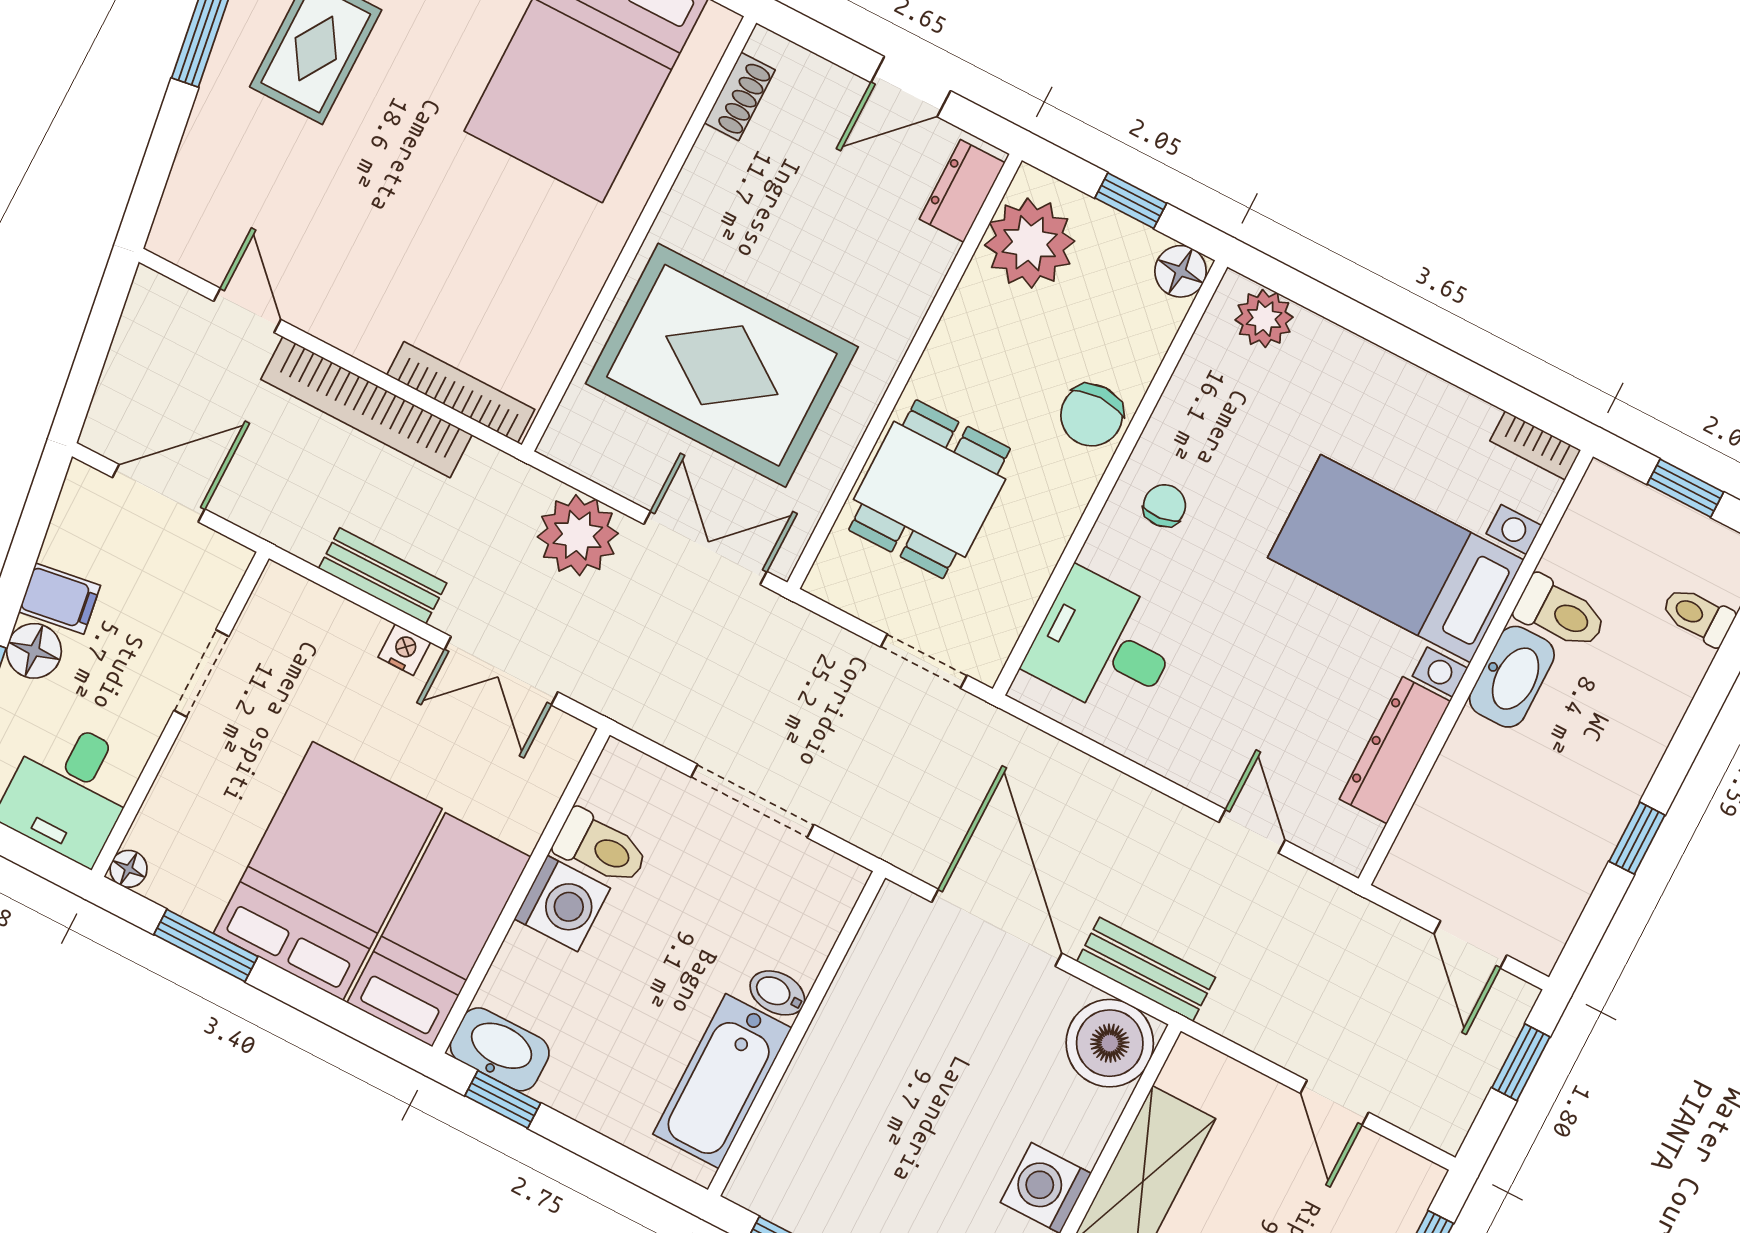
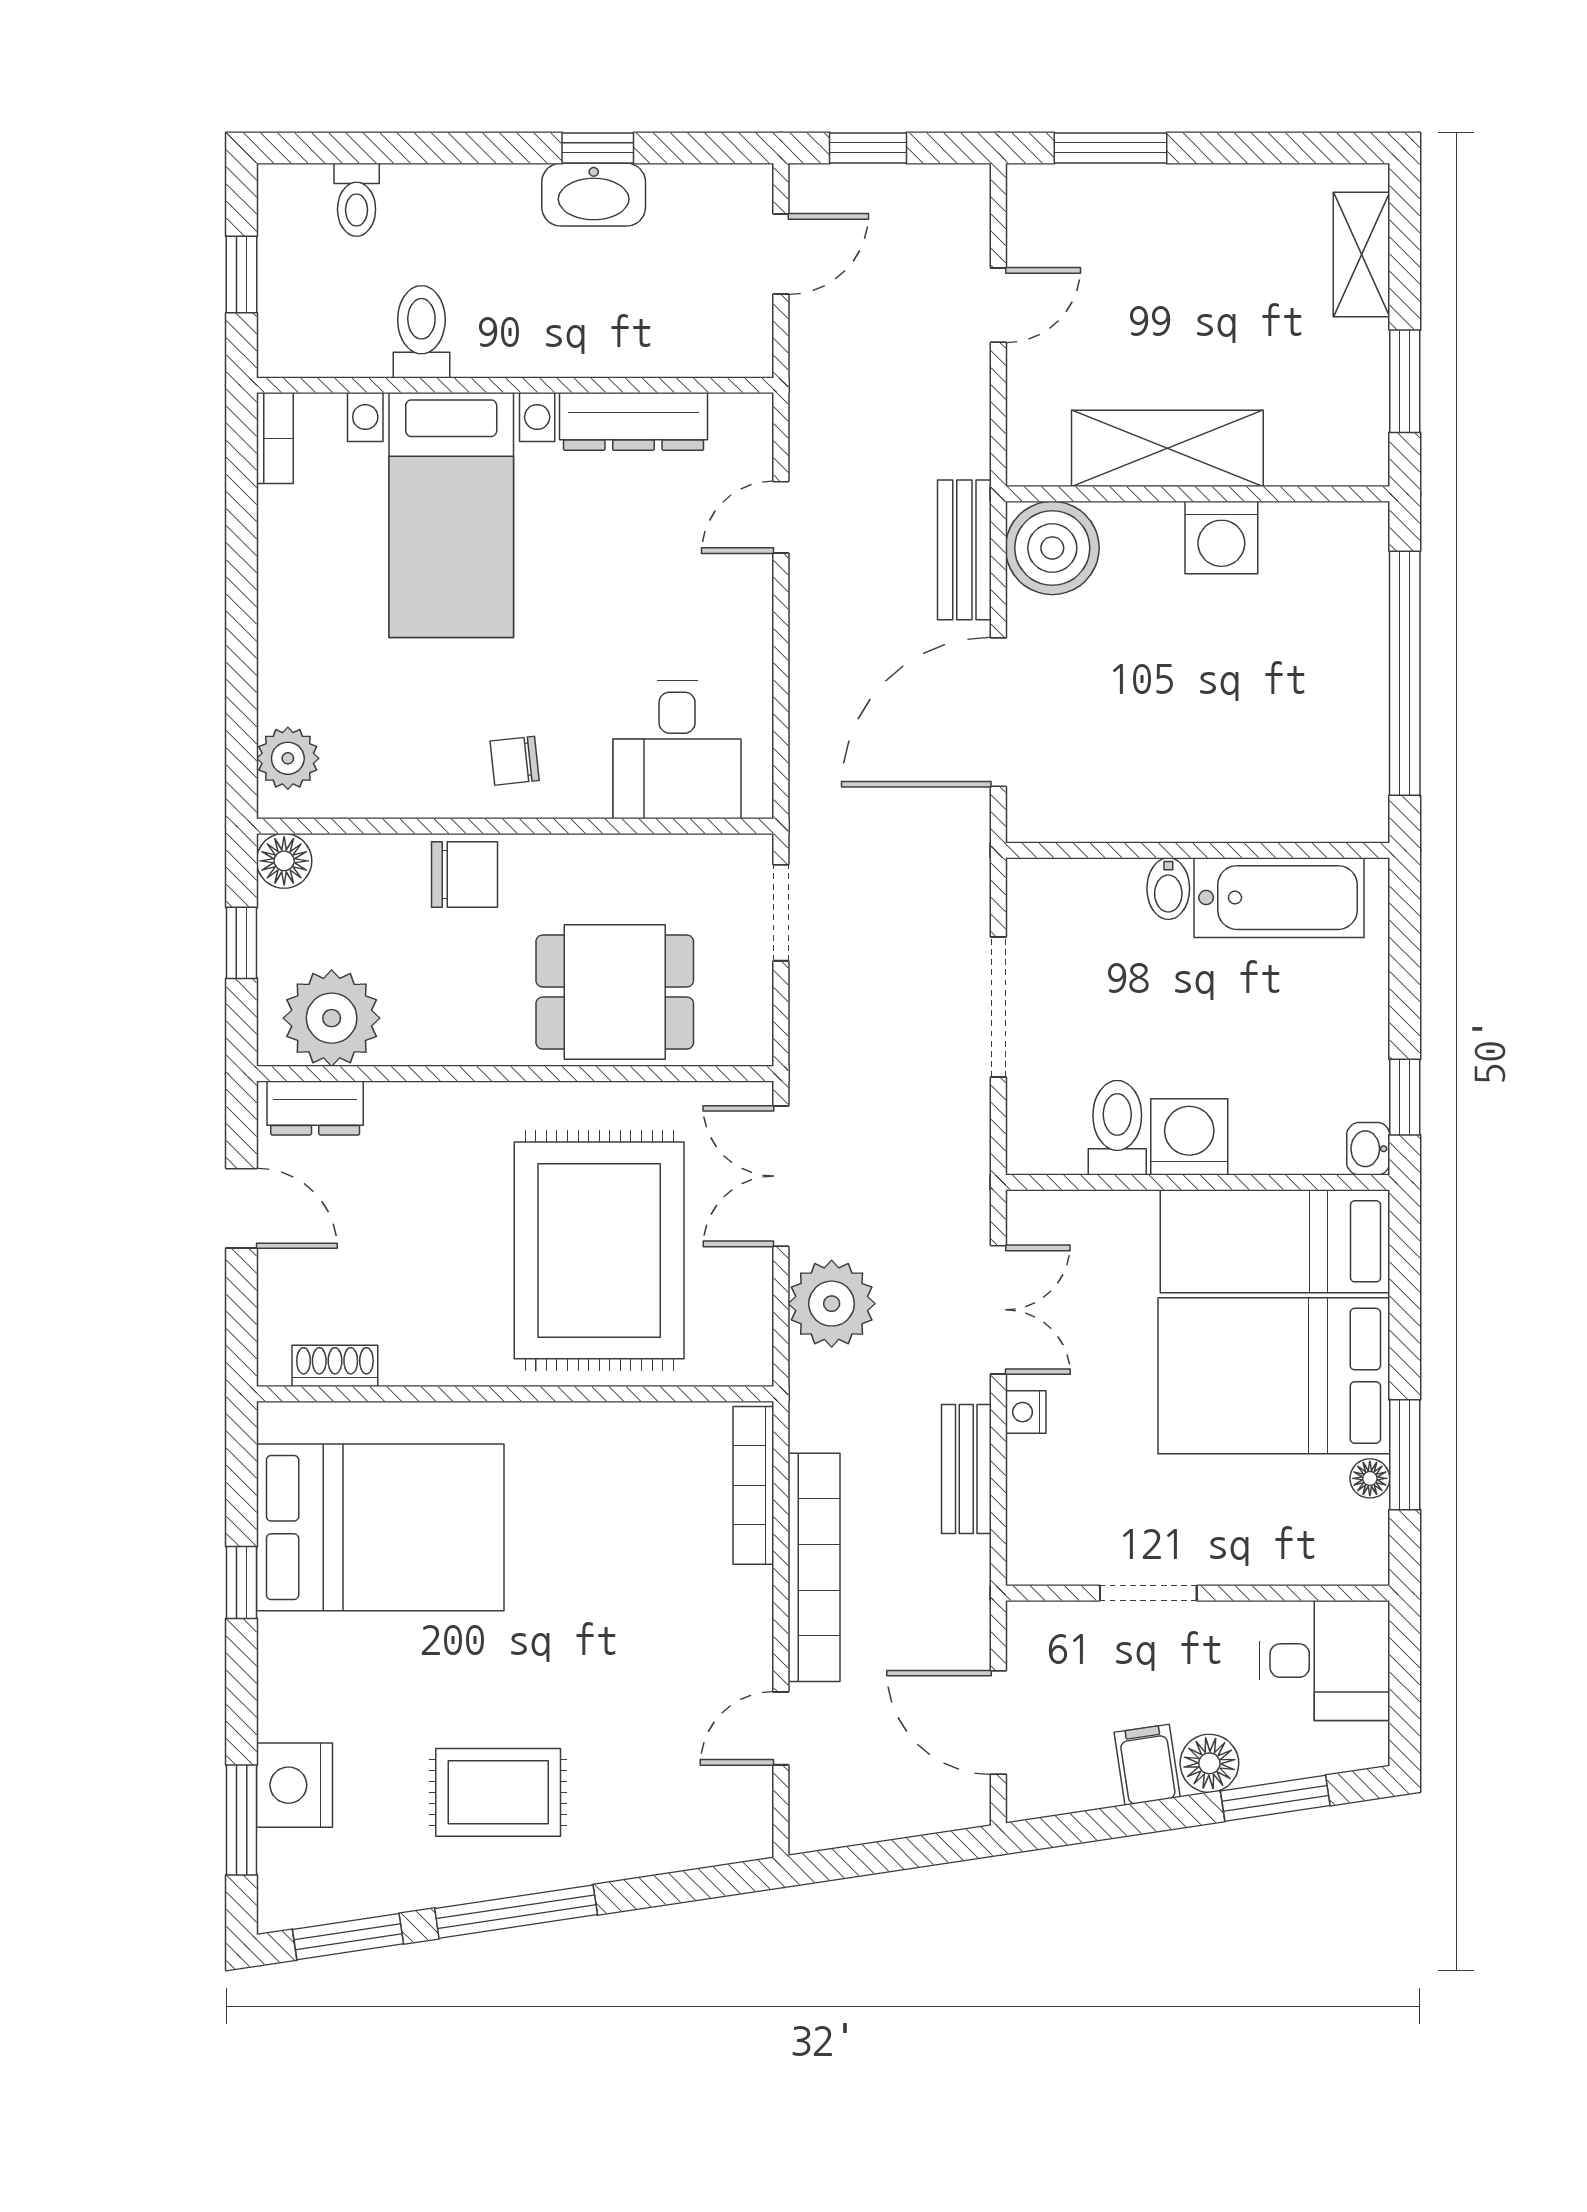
washbasin: (1512, 677) -> (594, 195), moved, turned 180
floor lamp: (129, 869) -> (1370, 1478), moved
washbasin: (500, 1049) -> (1368, 1149), width x0.52, depth x0.69

